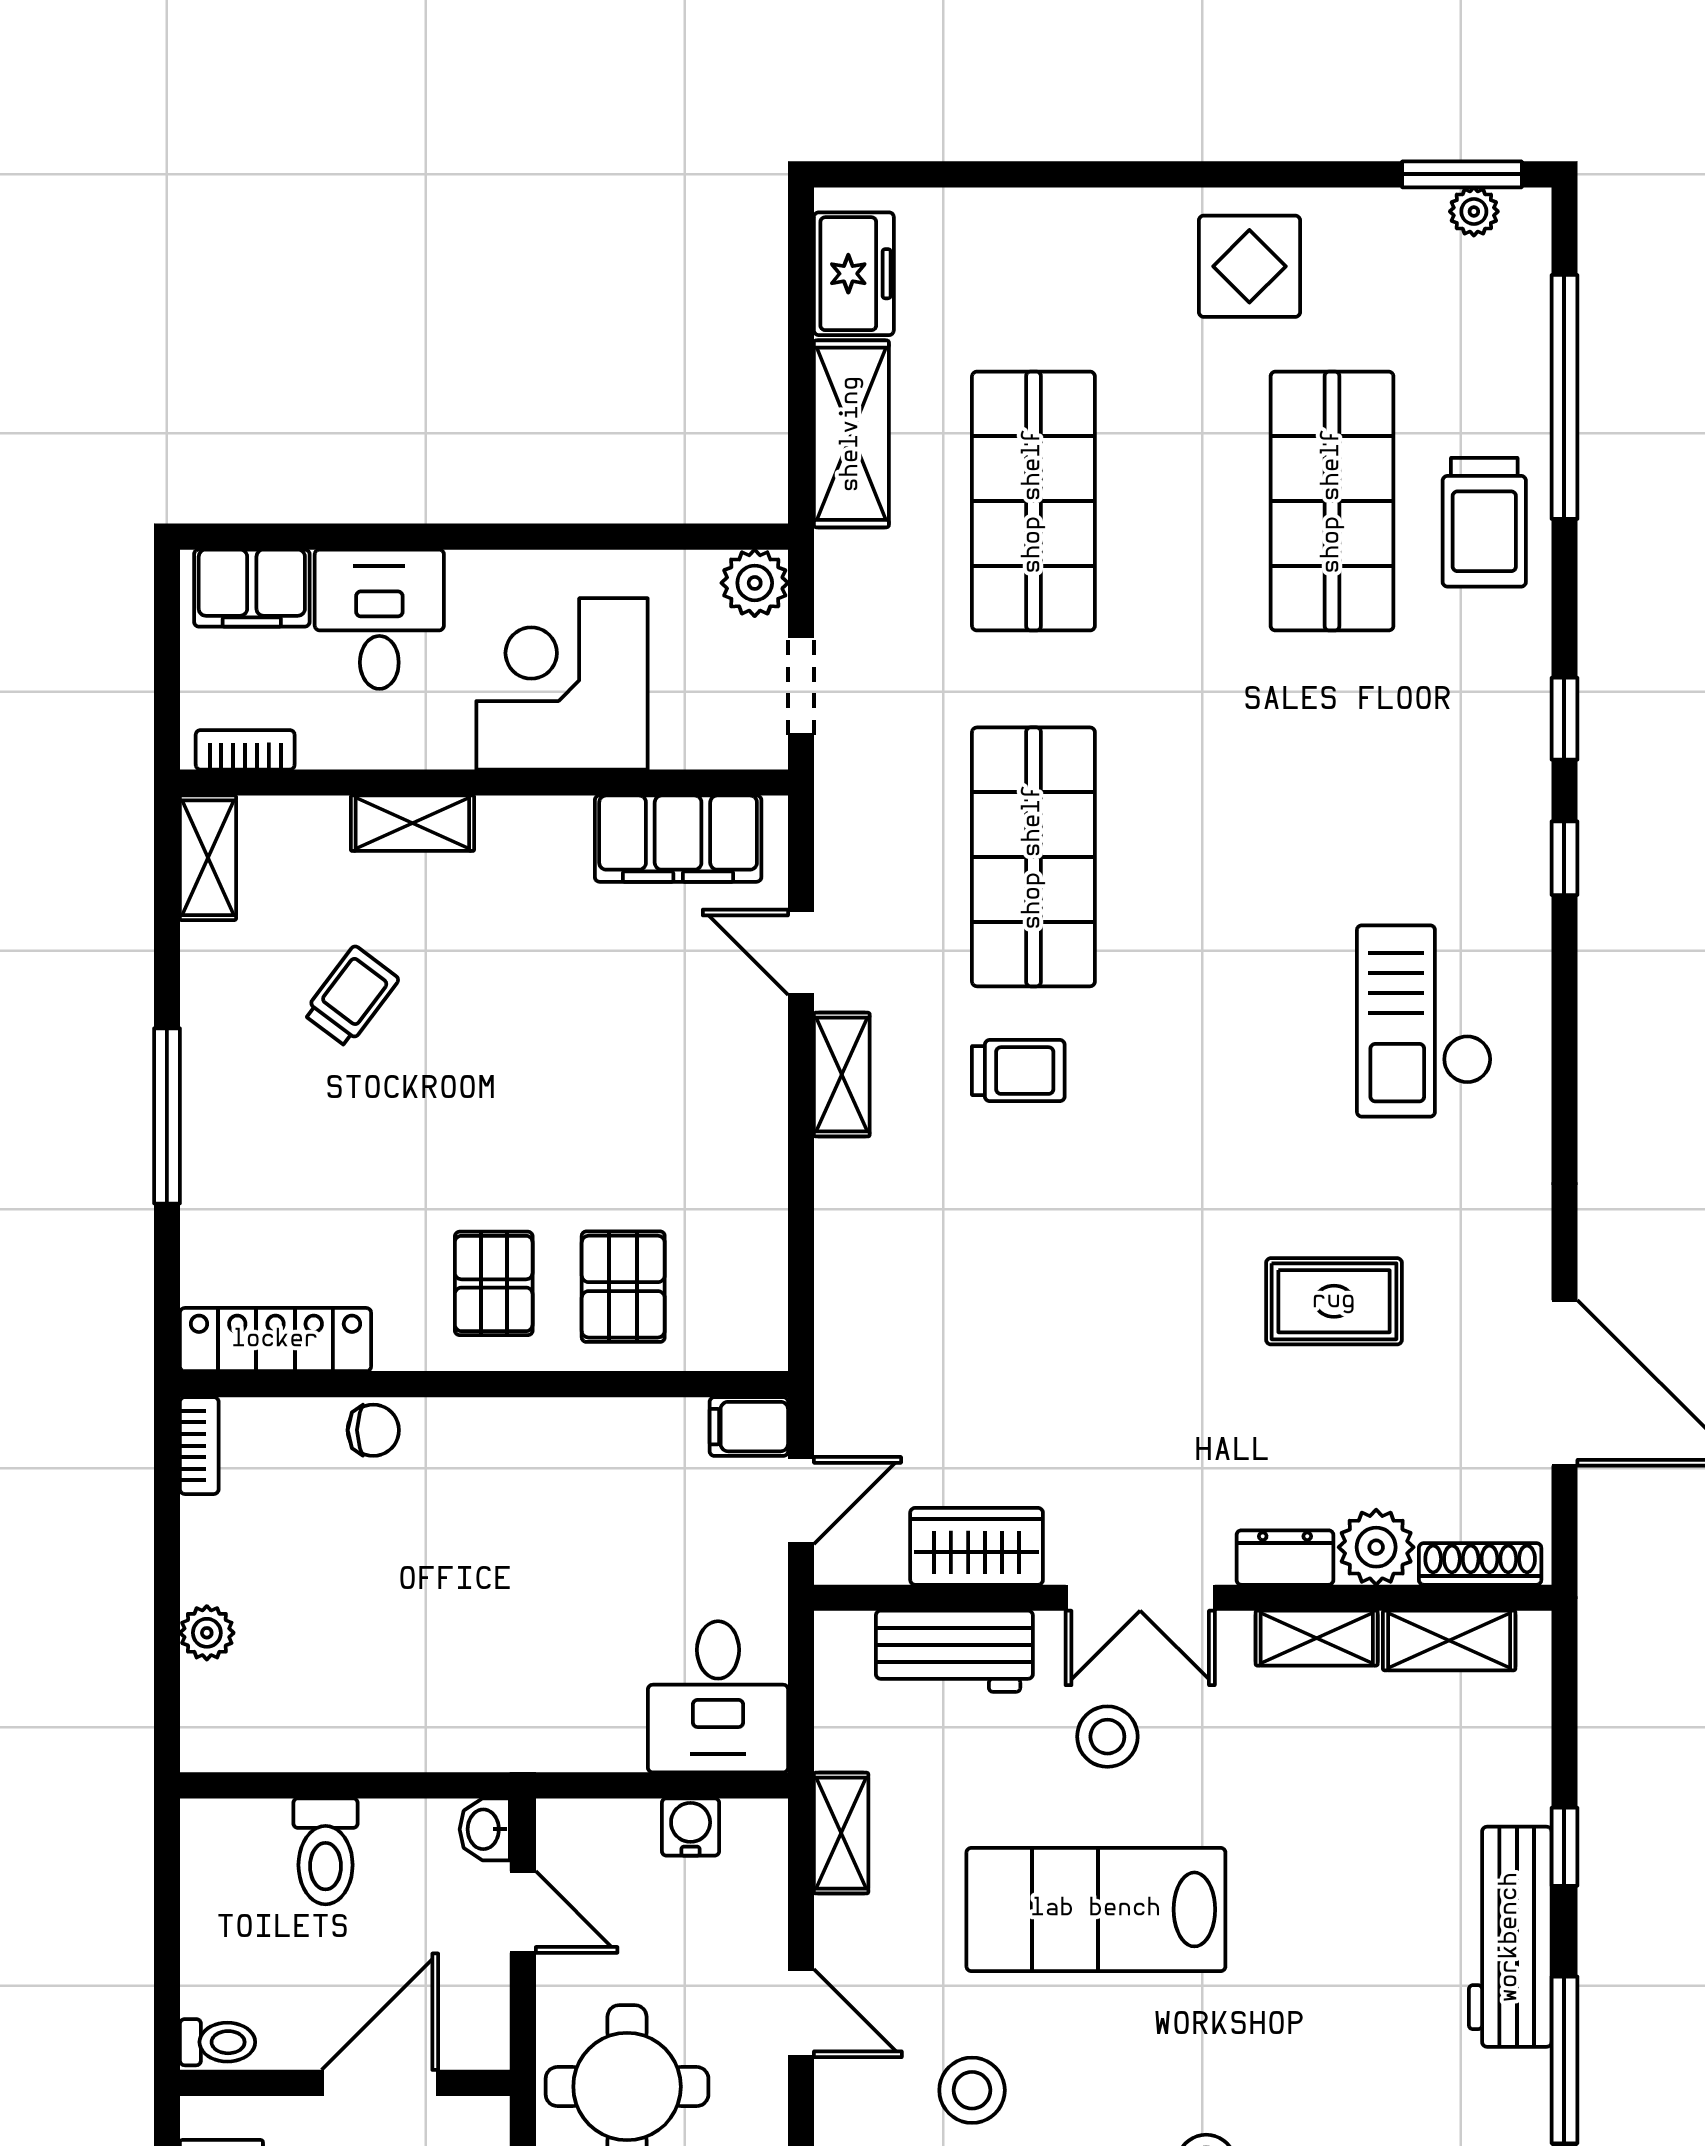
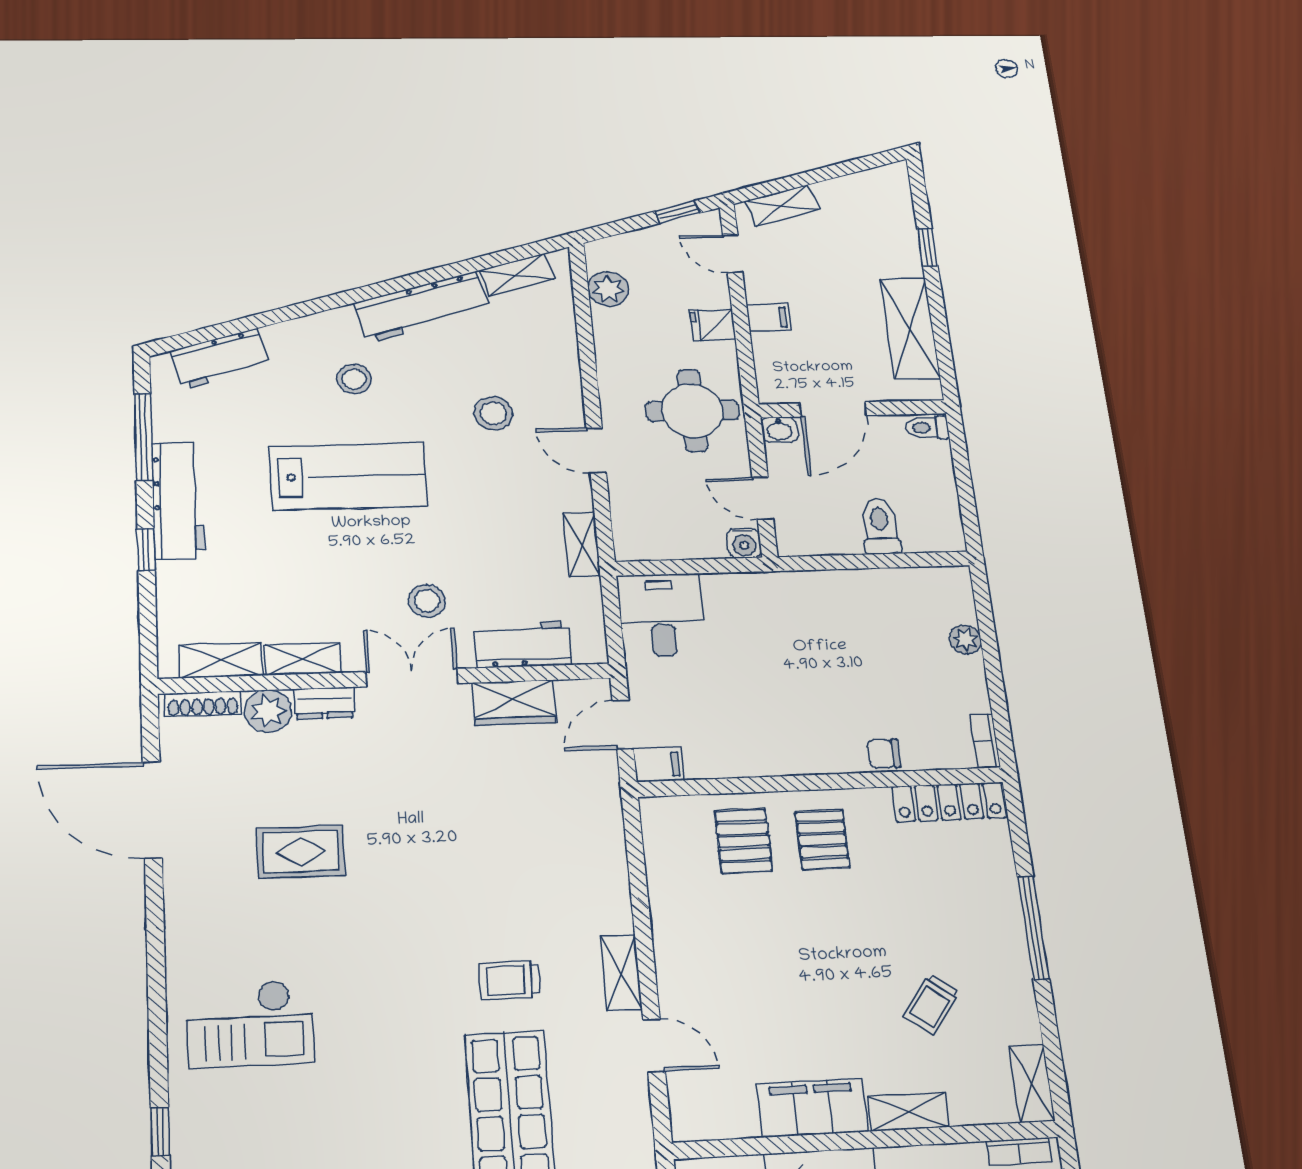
filing cabinet: (678, 839) -> (812, 1108), moved
checkout: (1424, 1021) -> (250, 1024), turned 90
water cooler: (691, 1827) -> (744, 543), moved
washbasin: (485, 1829) -> (779, 430), moved, turned 90
lab bench: (1096, 1909) -> (348, 476), moved

